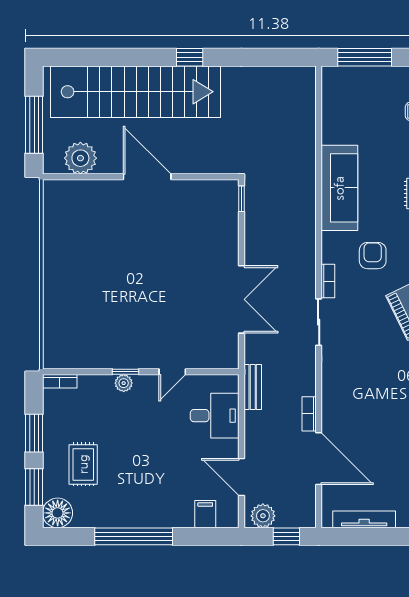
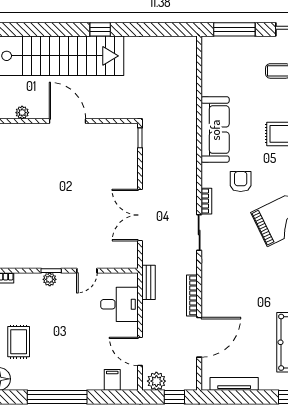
plant: (80, 158) -> (22, 113), width x0.53, depth x0.53
double door: (241, 299) -> (140, 215), swing flipped
bookcase: (309, 414) -> (192, 295), width x1.56
door: (319, 459) -> (199, 337), hinge flipped

